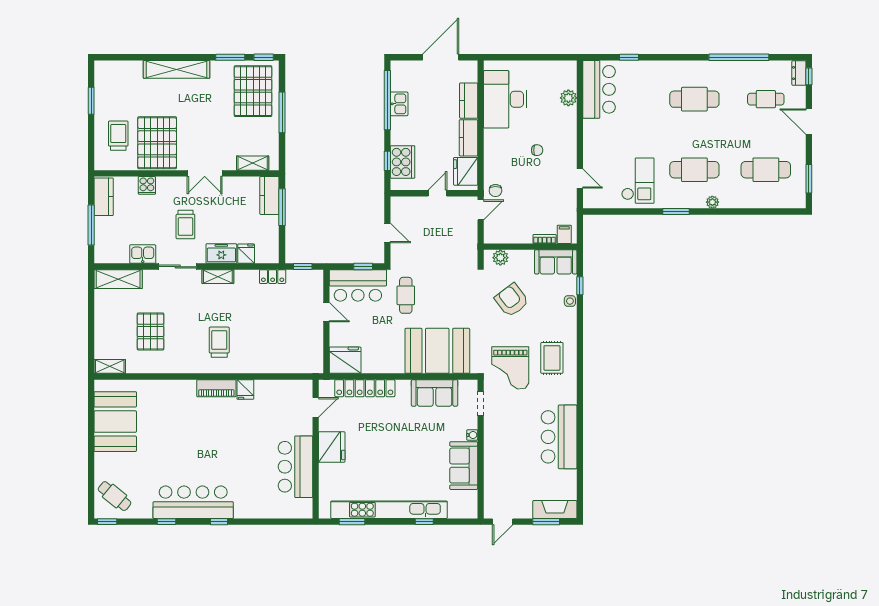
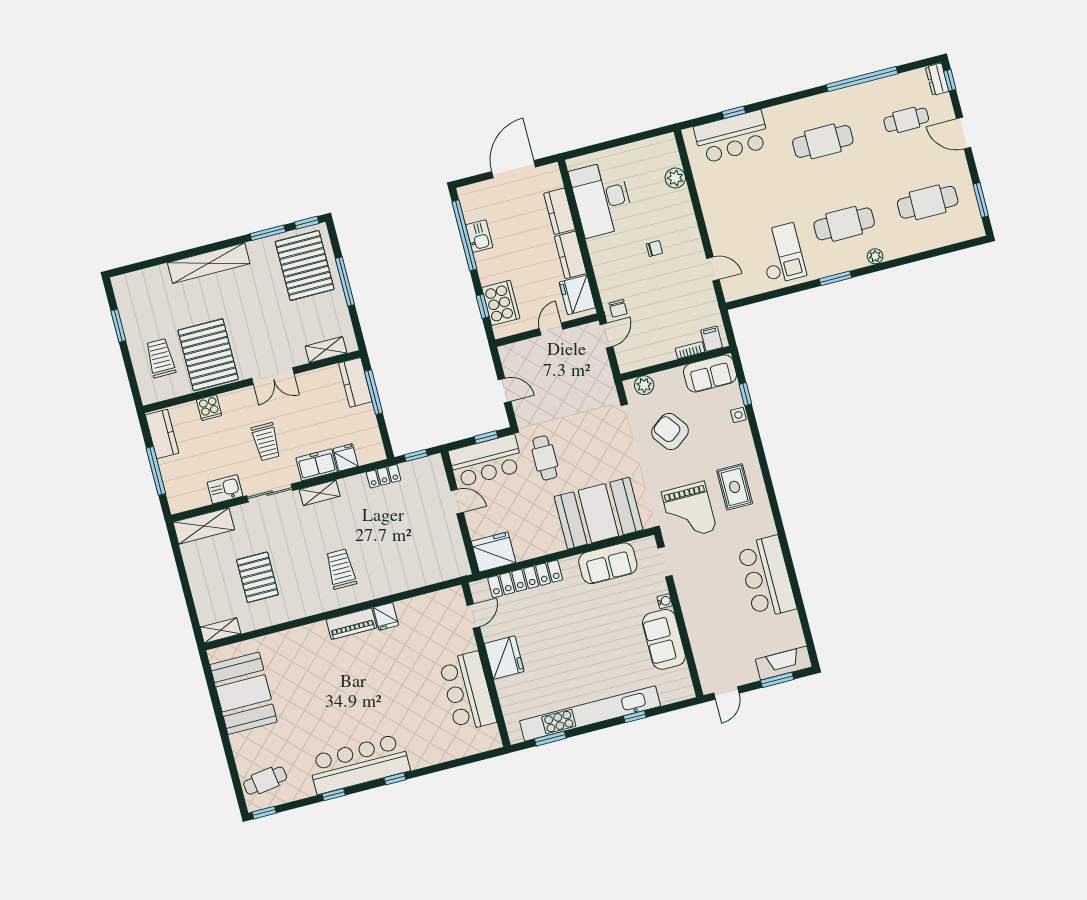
bar counter: (599, 89) -> (732, 137), moved, turned 90
cafe table: (115, 496) -> (265, 781), turned -47

